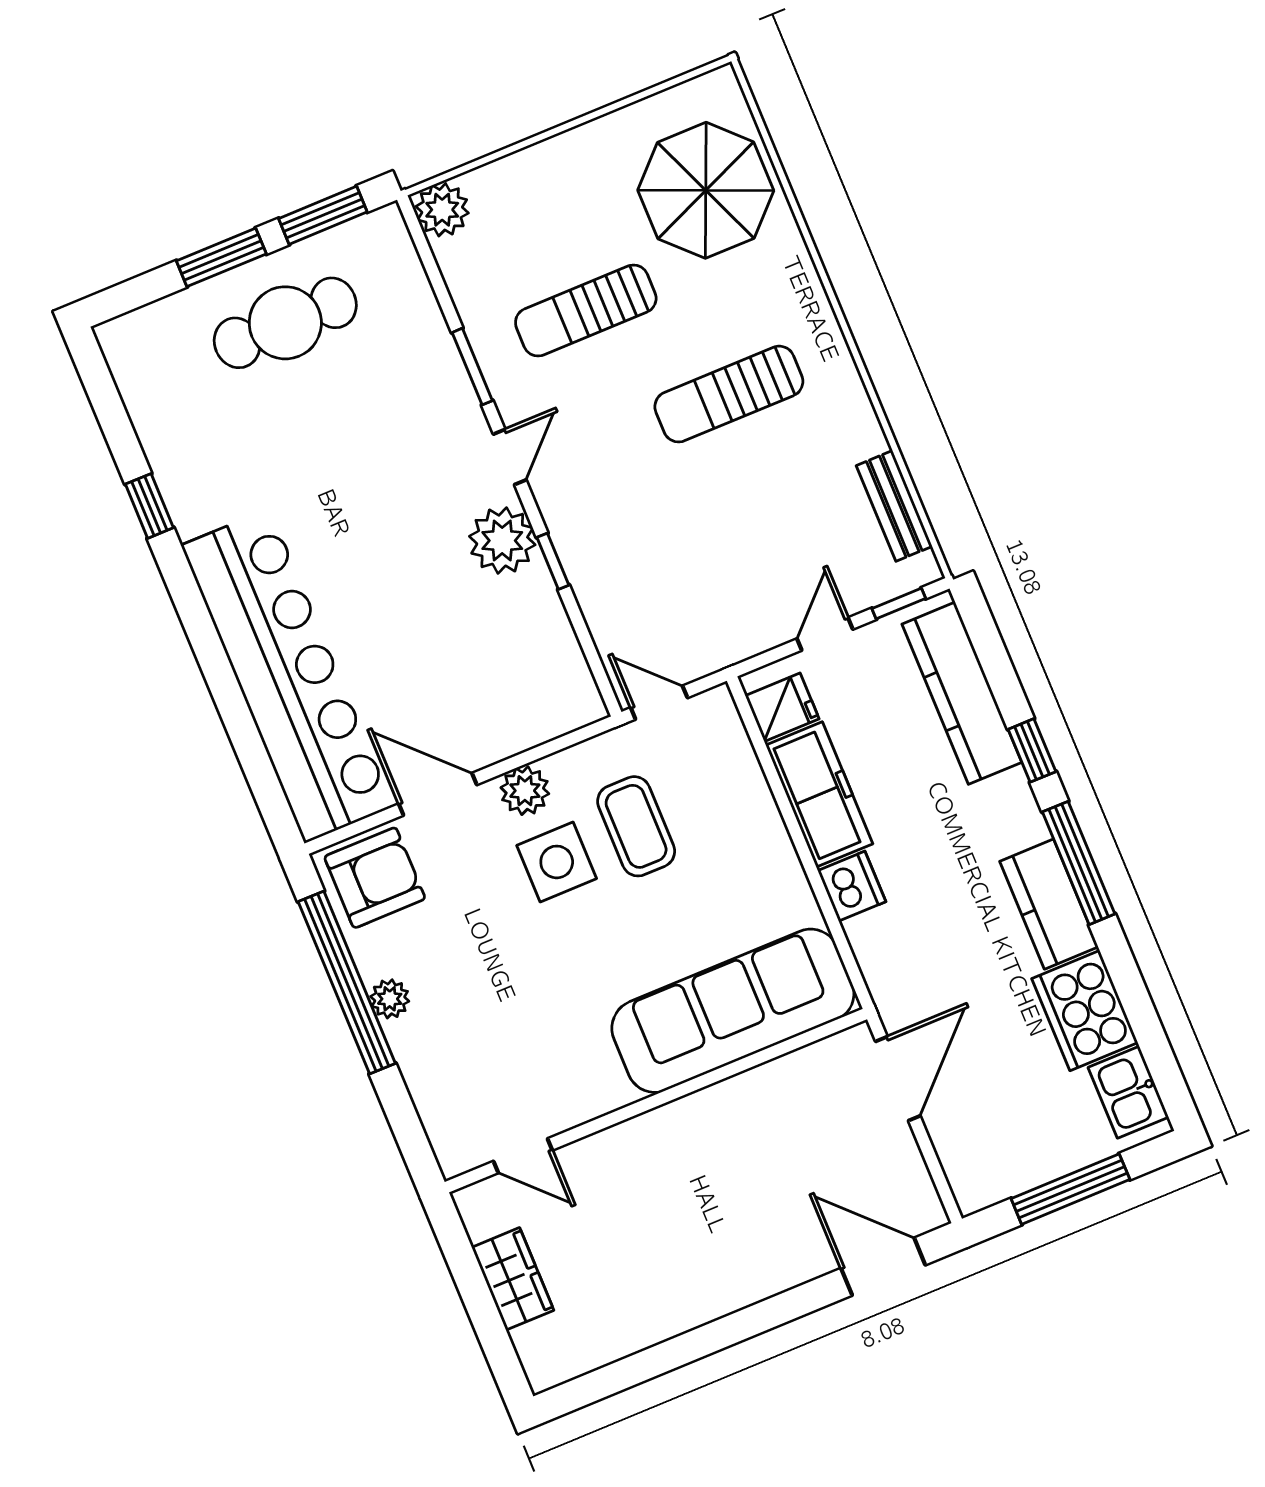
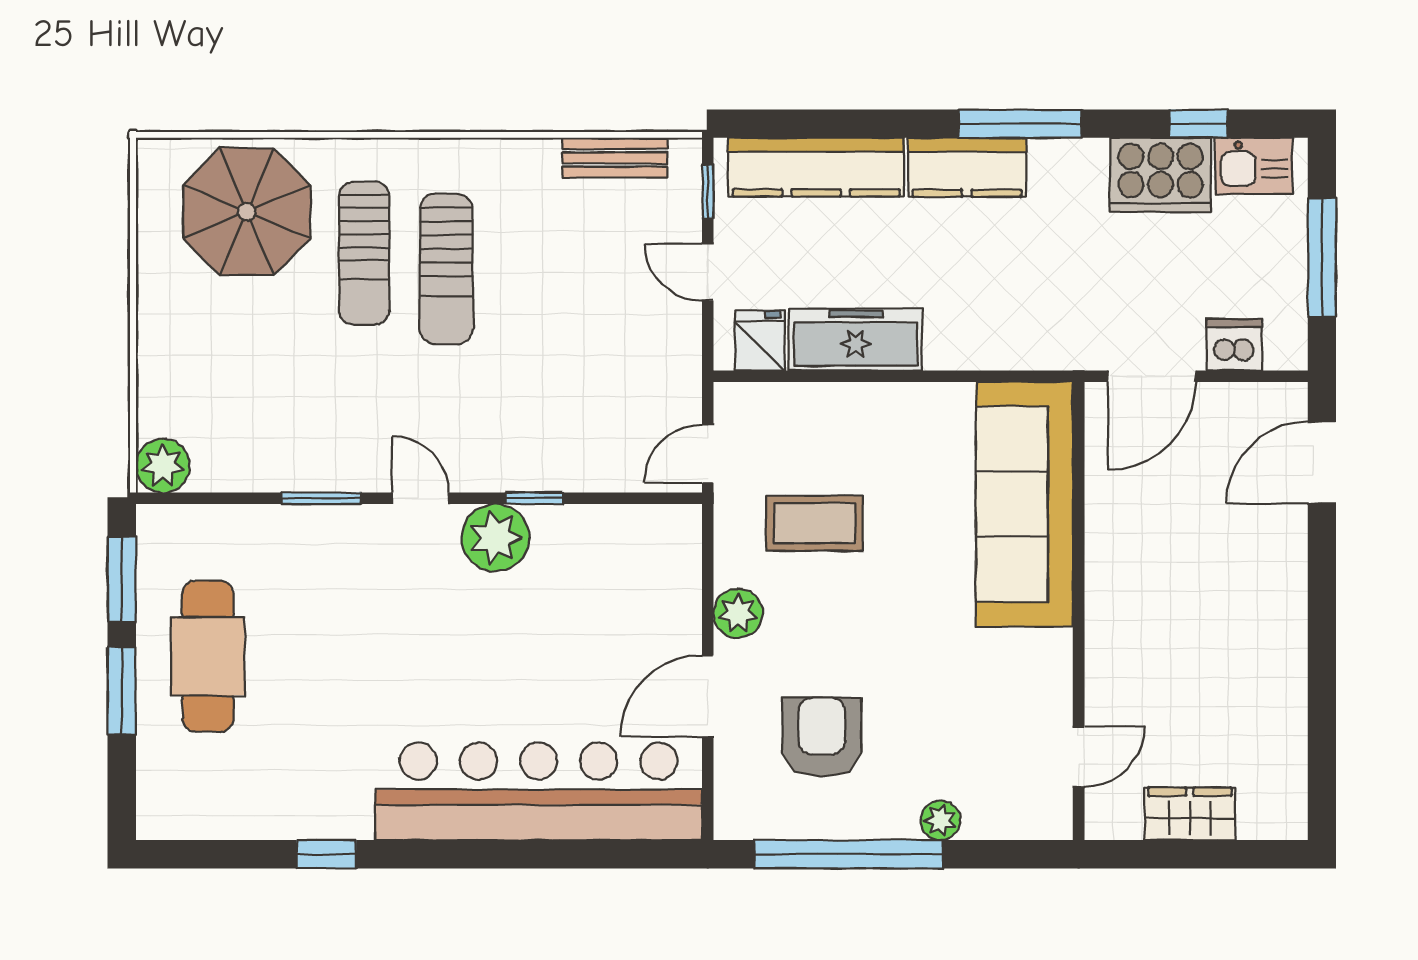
sun lounger: (586, 311) -> (364, 253), moved
window: (1032, 750) -> (1198, 124), moved
side table: (557, 862) -> (817, 611), removed
armchair: (375, 878) -> (822, 737), moved
dishwasher: (852, 886) -> (1234, 345), moved
kitchen counter: (1049, 904) -> (967, 167), moved
plant: (390, 999) -> (941, 820), moved
door: (898, 1079) -> (1152, 376), swing flipped

